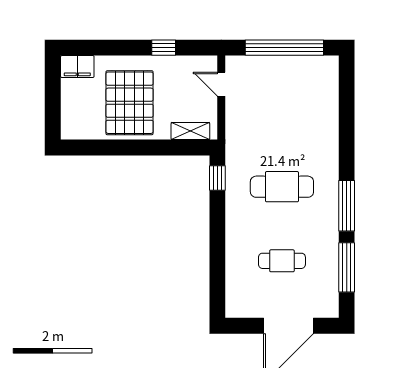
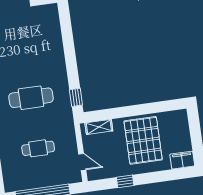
cafe table: (282, 261) -> (38, 148), moved

